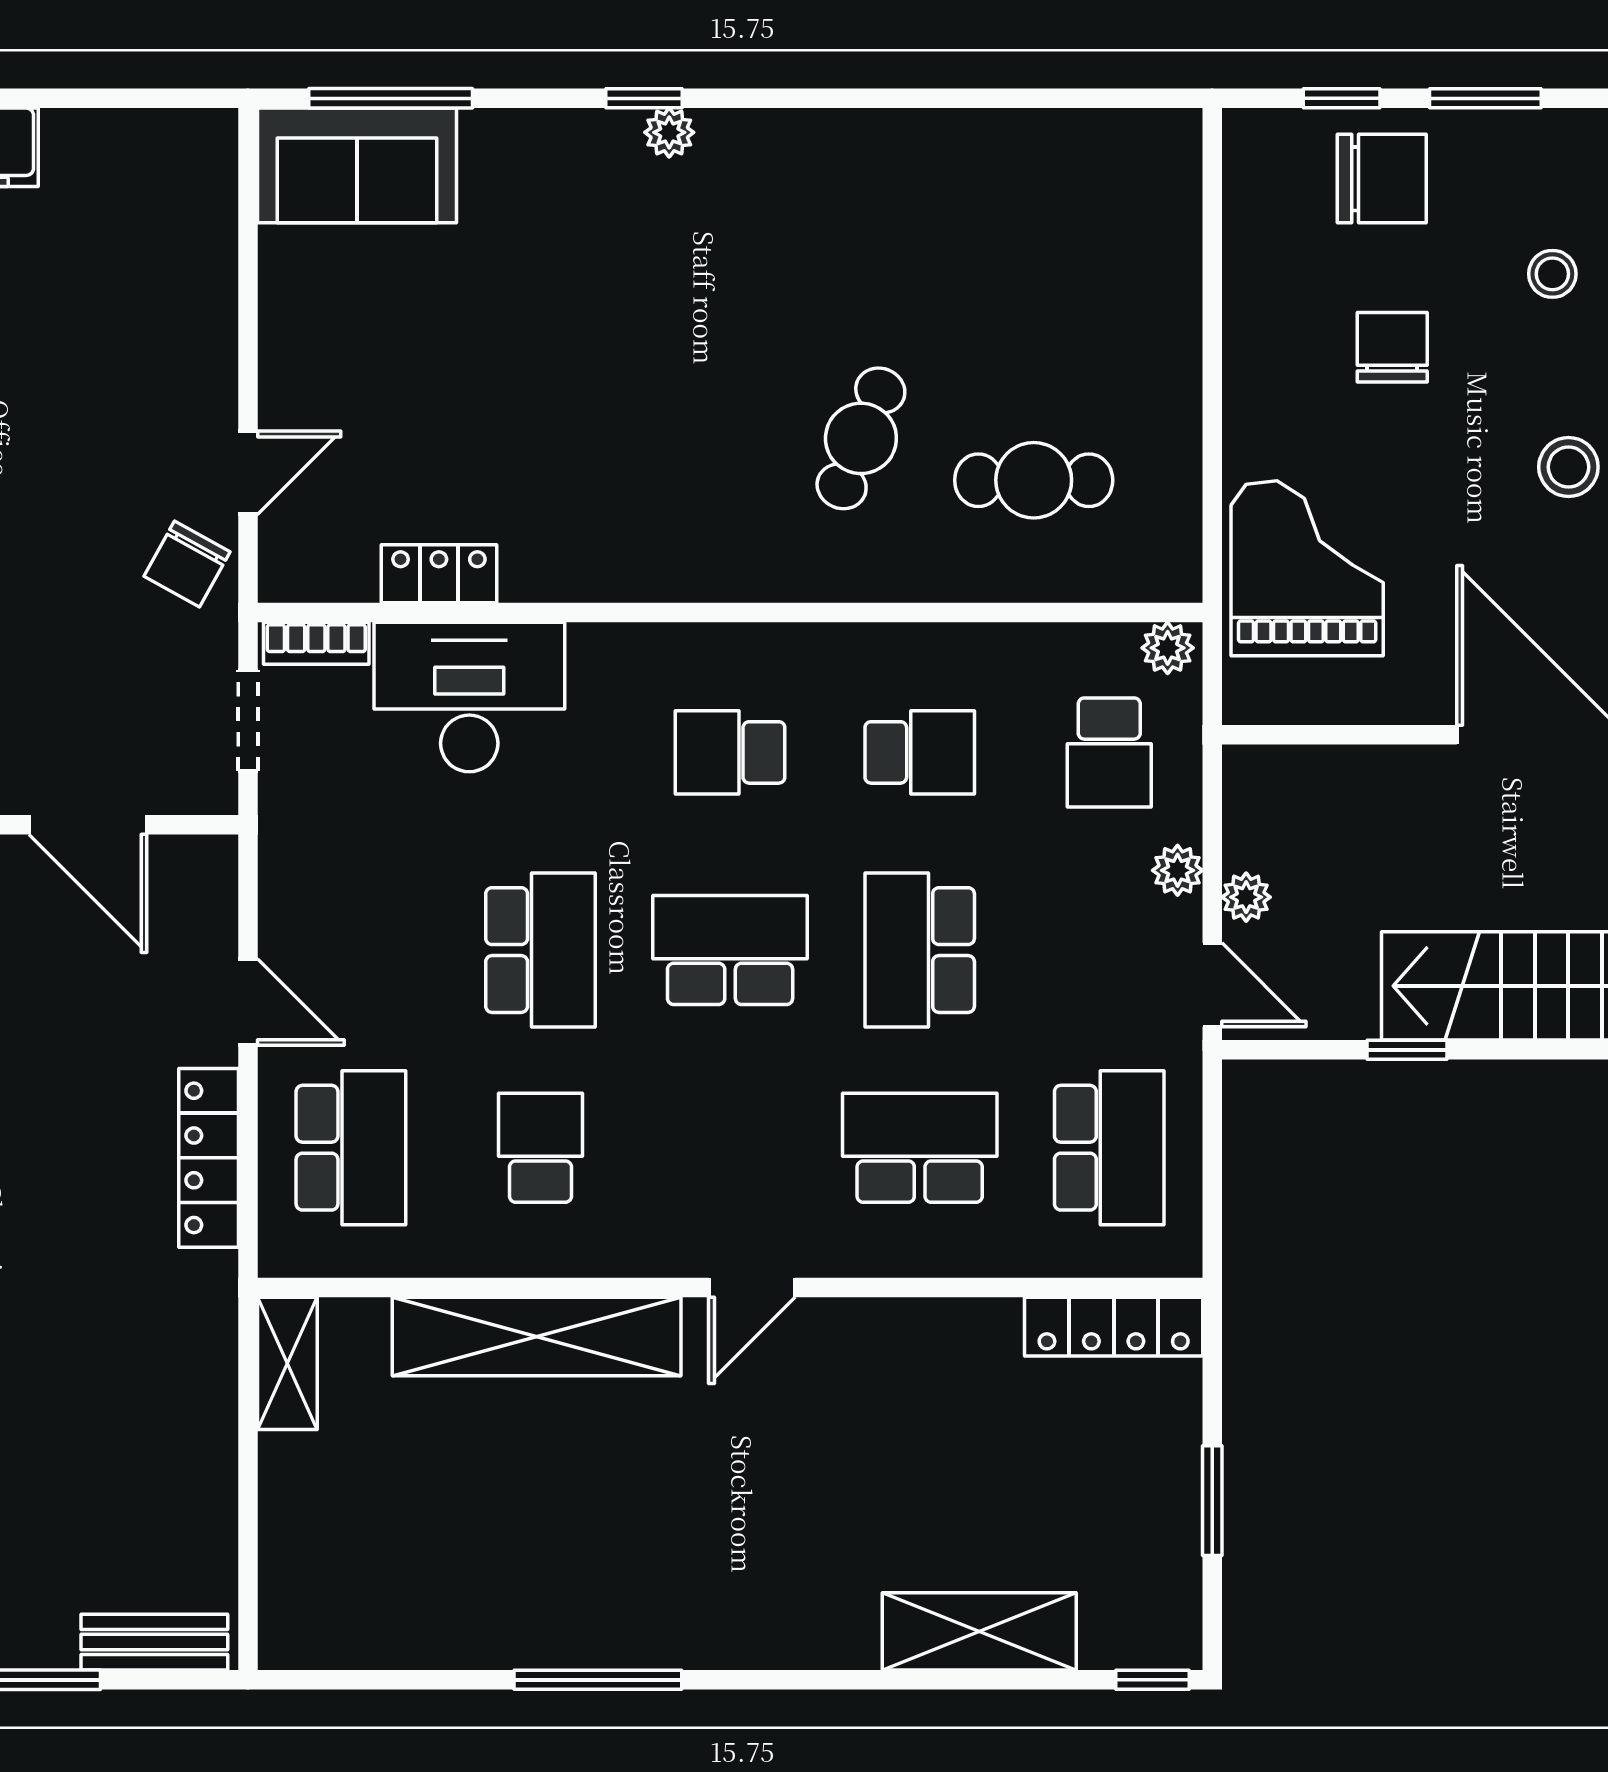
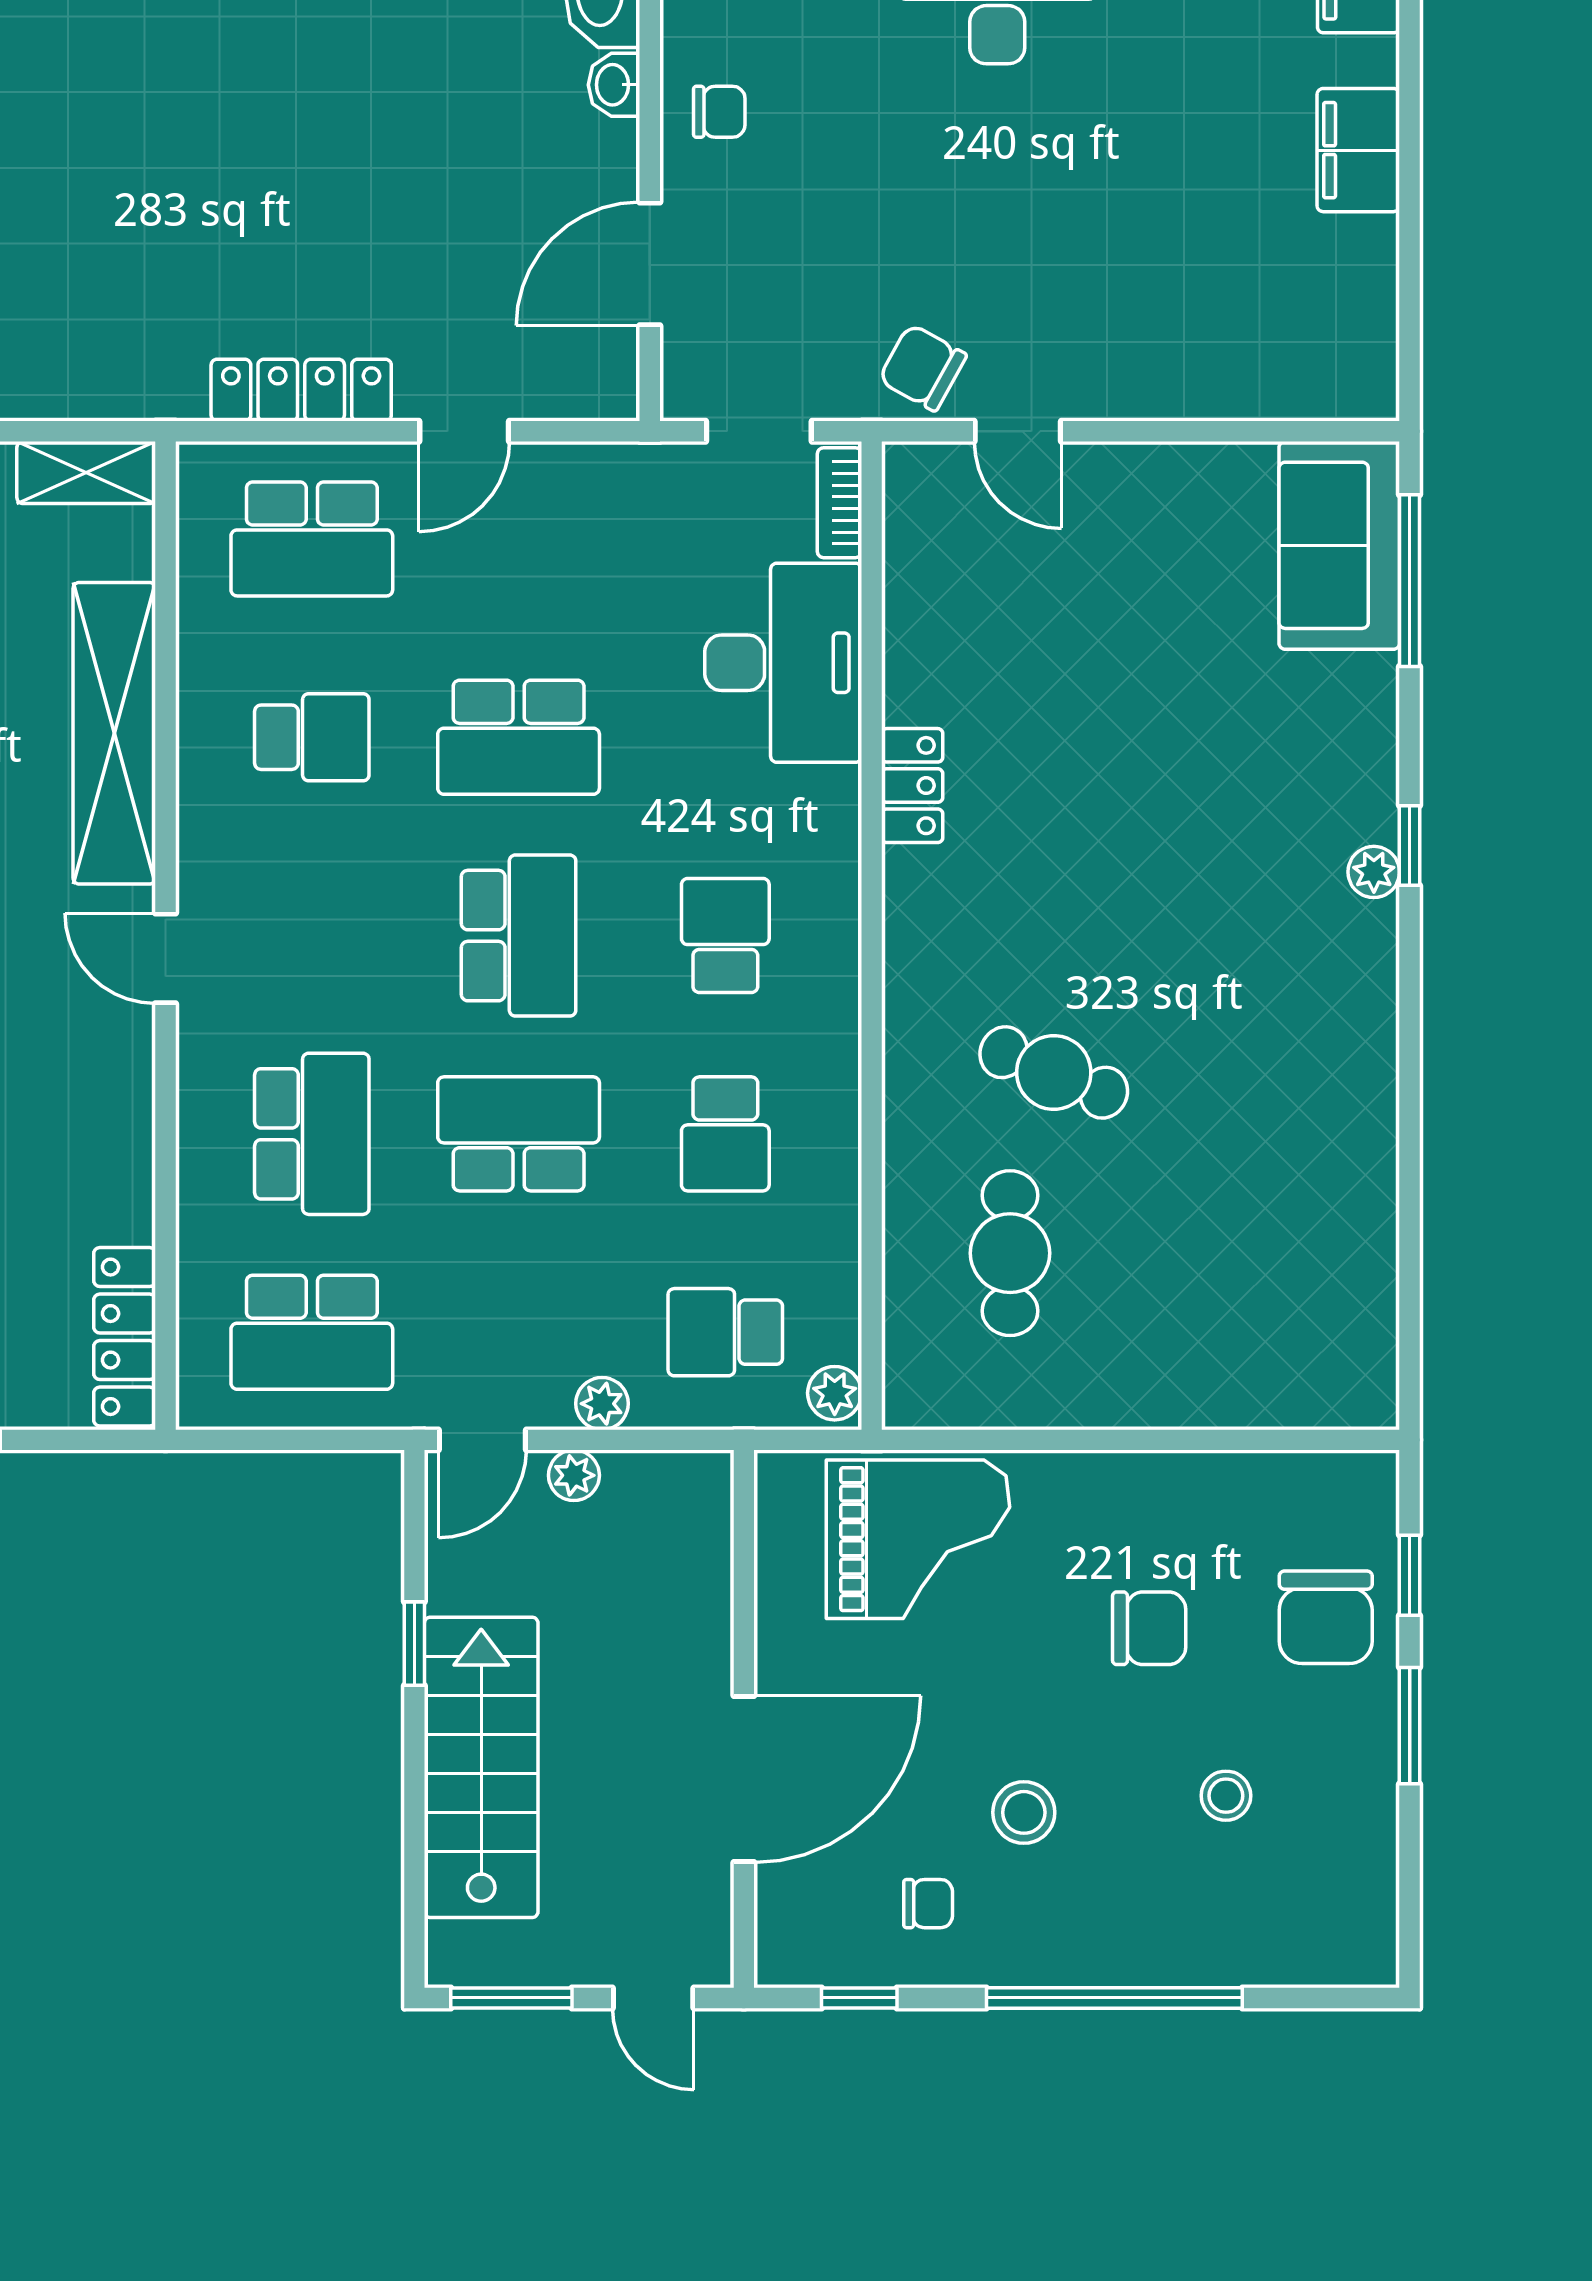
locker: (439, 574) -> (912, 786), moved

